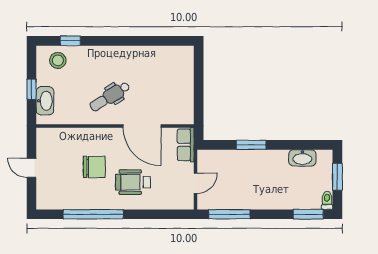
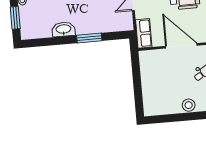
stool: (140, 54) -> (189, 105), added
washbasin: (302, 158) -> (63, 29), moved

